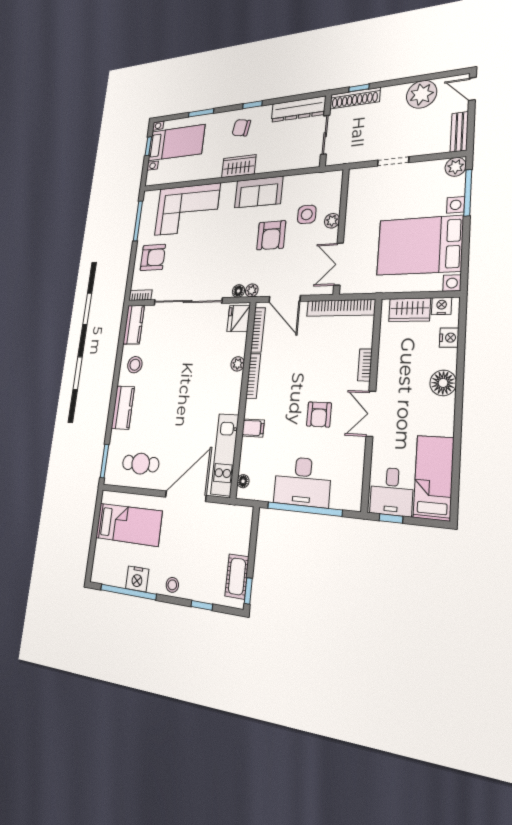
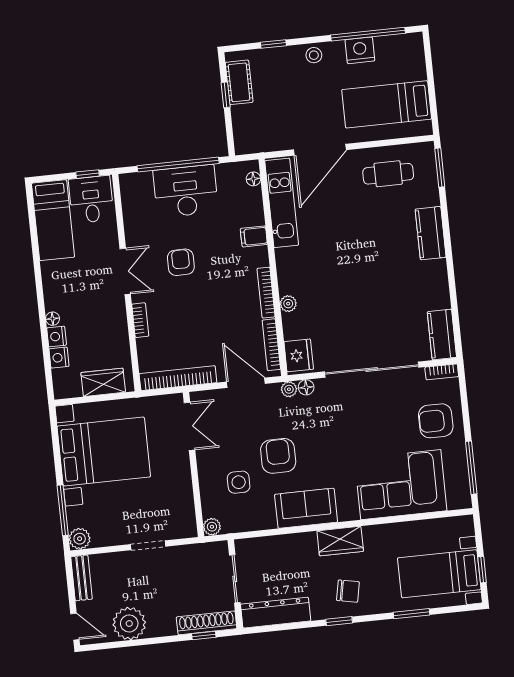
plant: (332, 221) -> (212, 527), moved
nightstand: (442, 306) -> (57, 336), moved, turned 90
stool: (135, 365) -> (427, 286), removed
floor lamp: (443, 383) -> (53, 319), width x0.53, depth x0.53
window: (248, 591) -> (226, 95), moved

